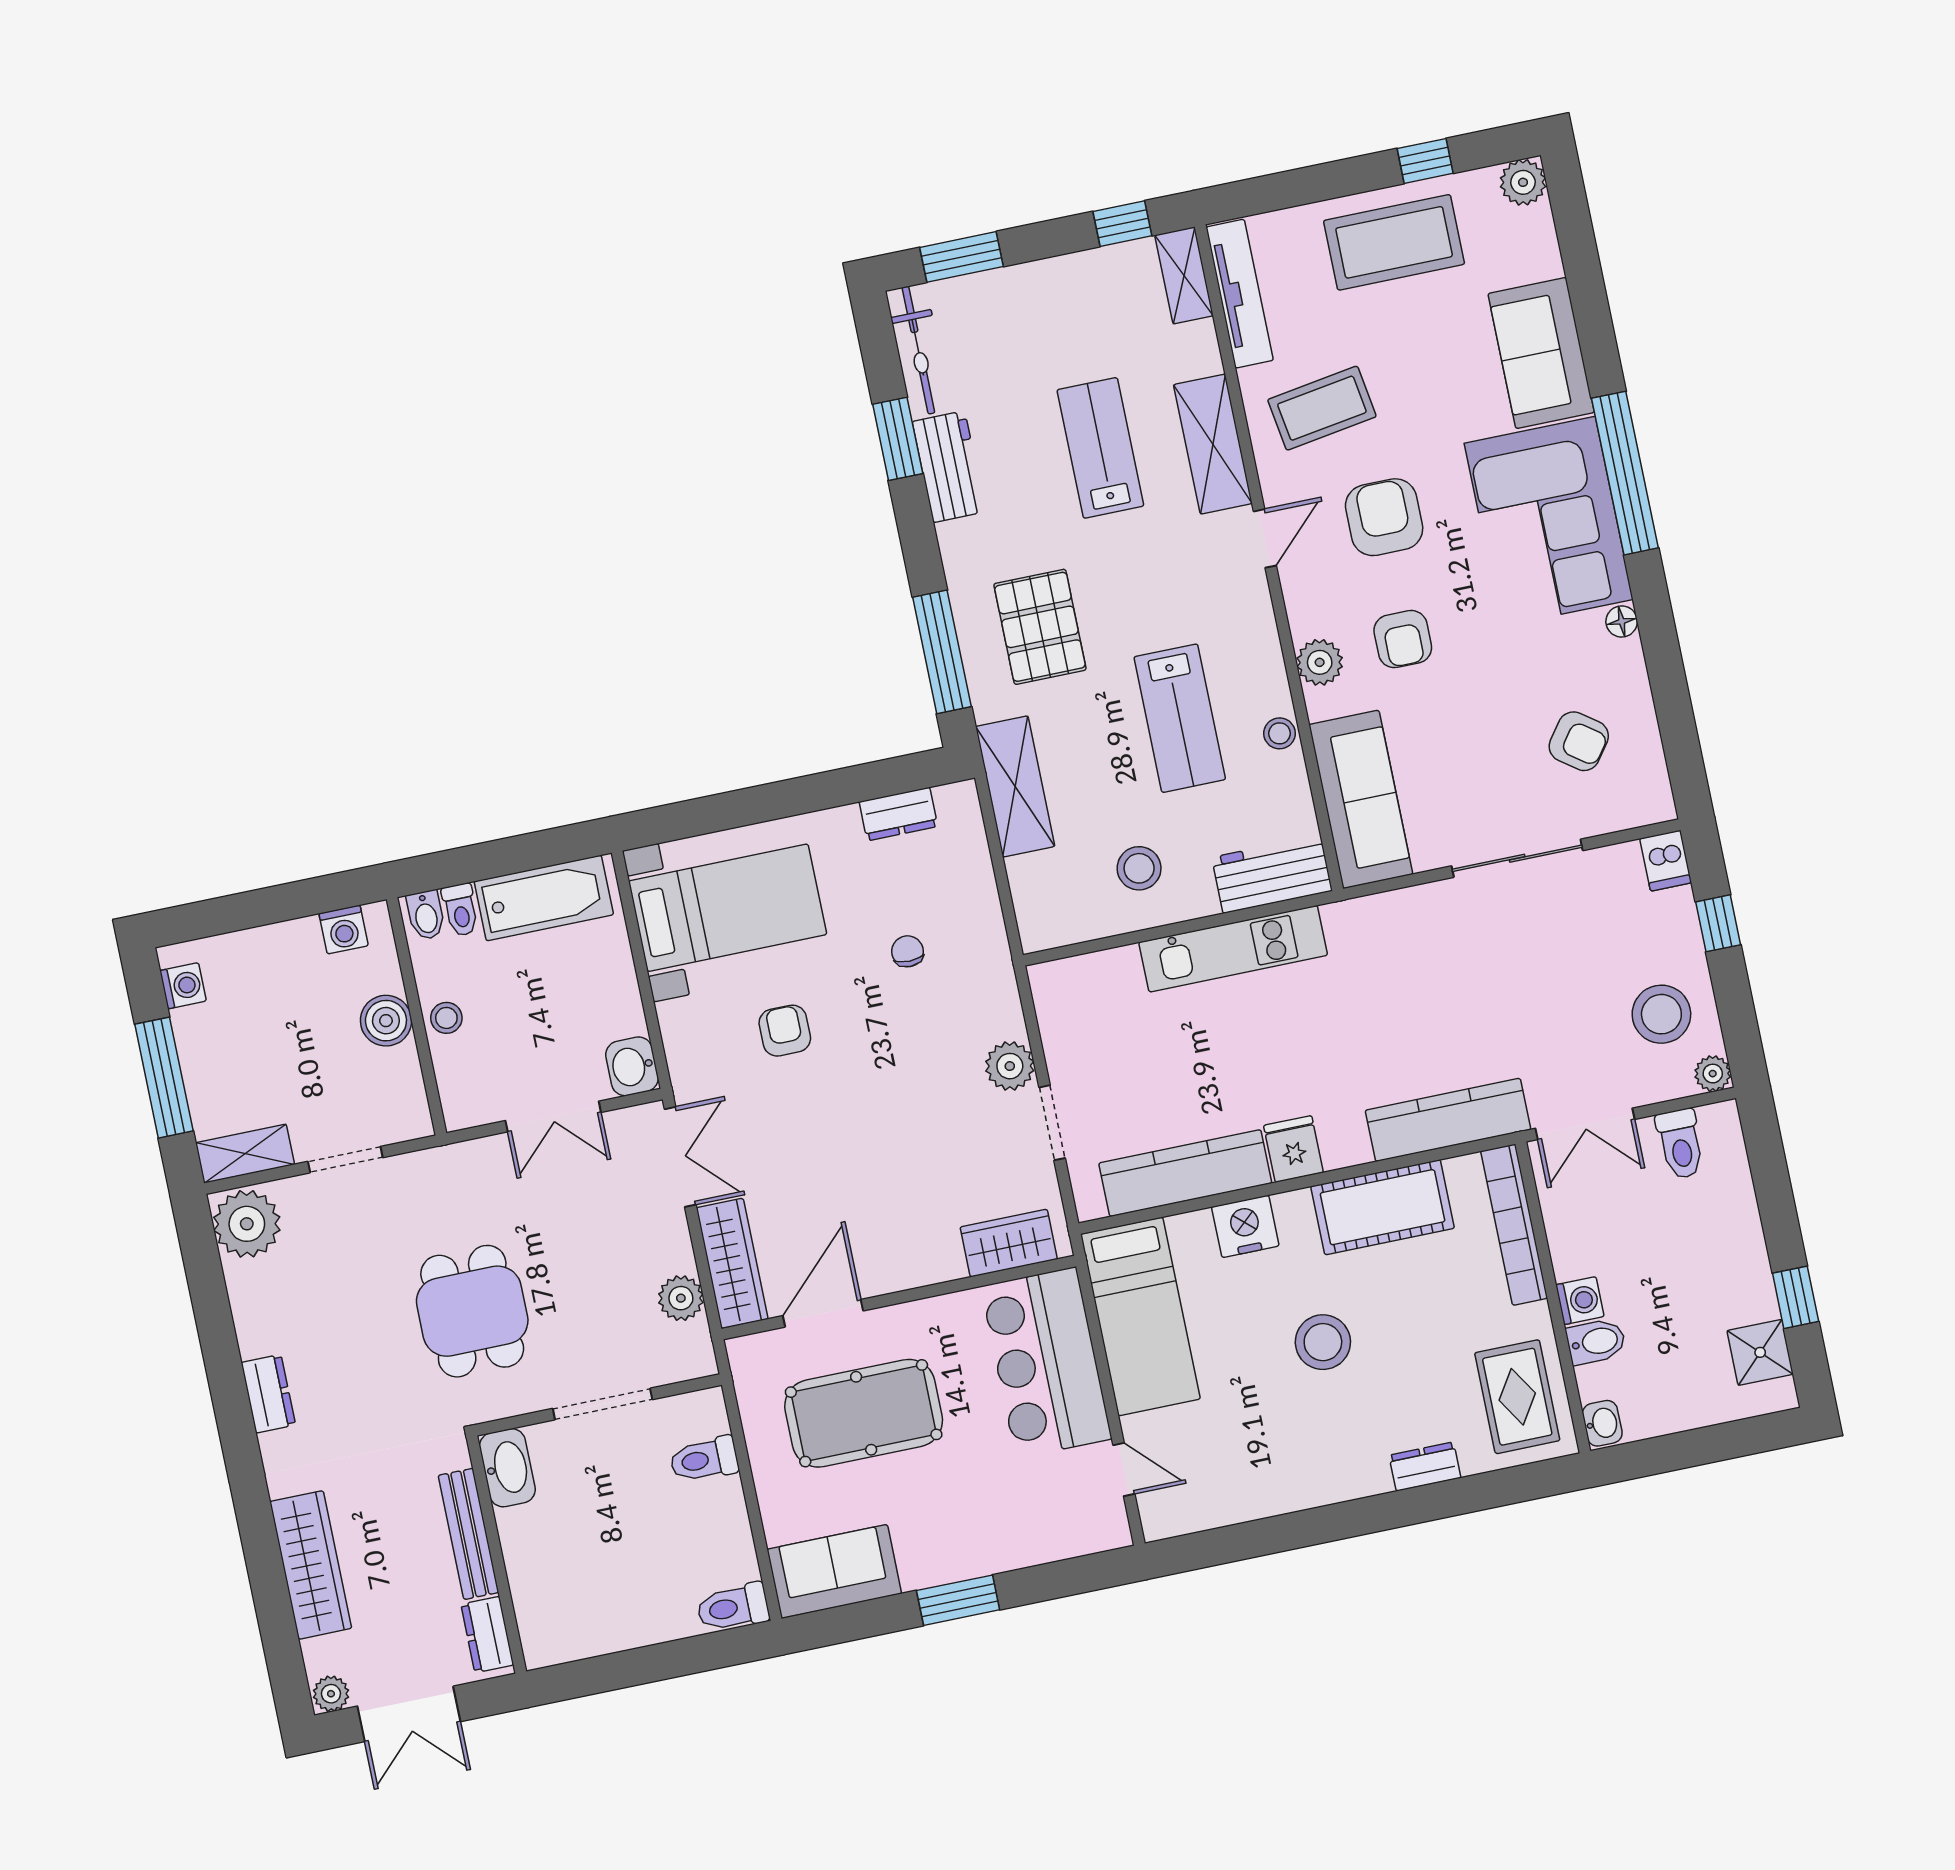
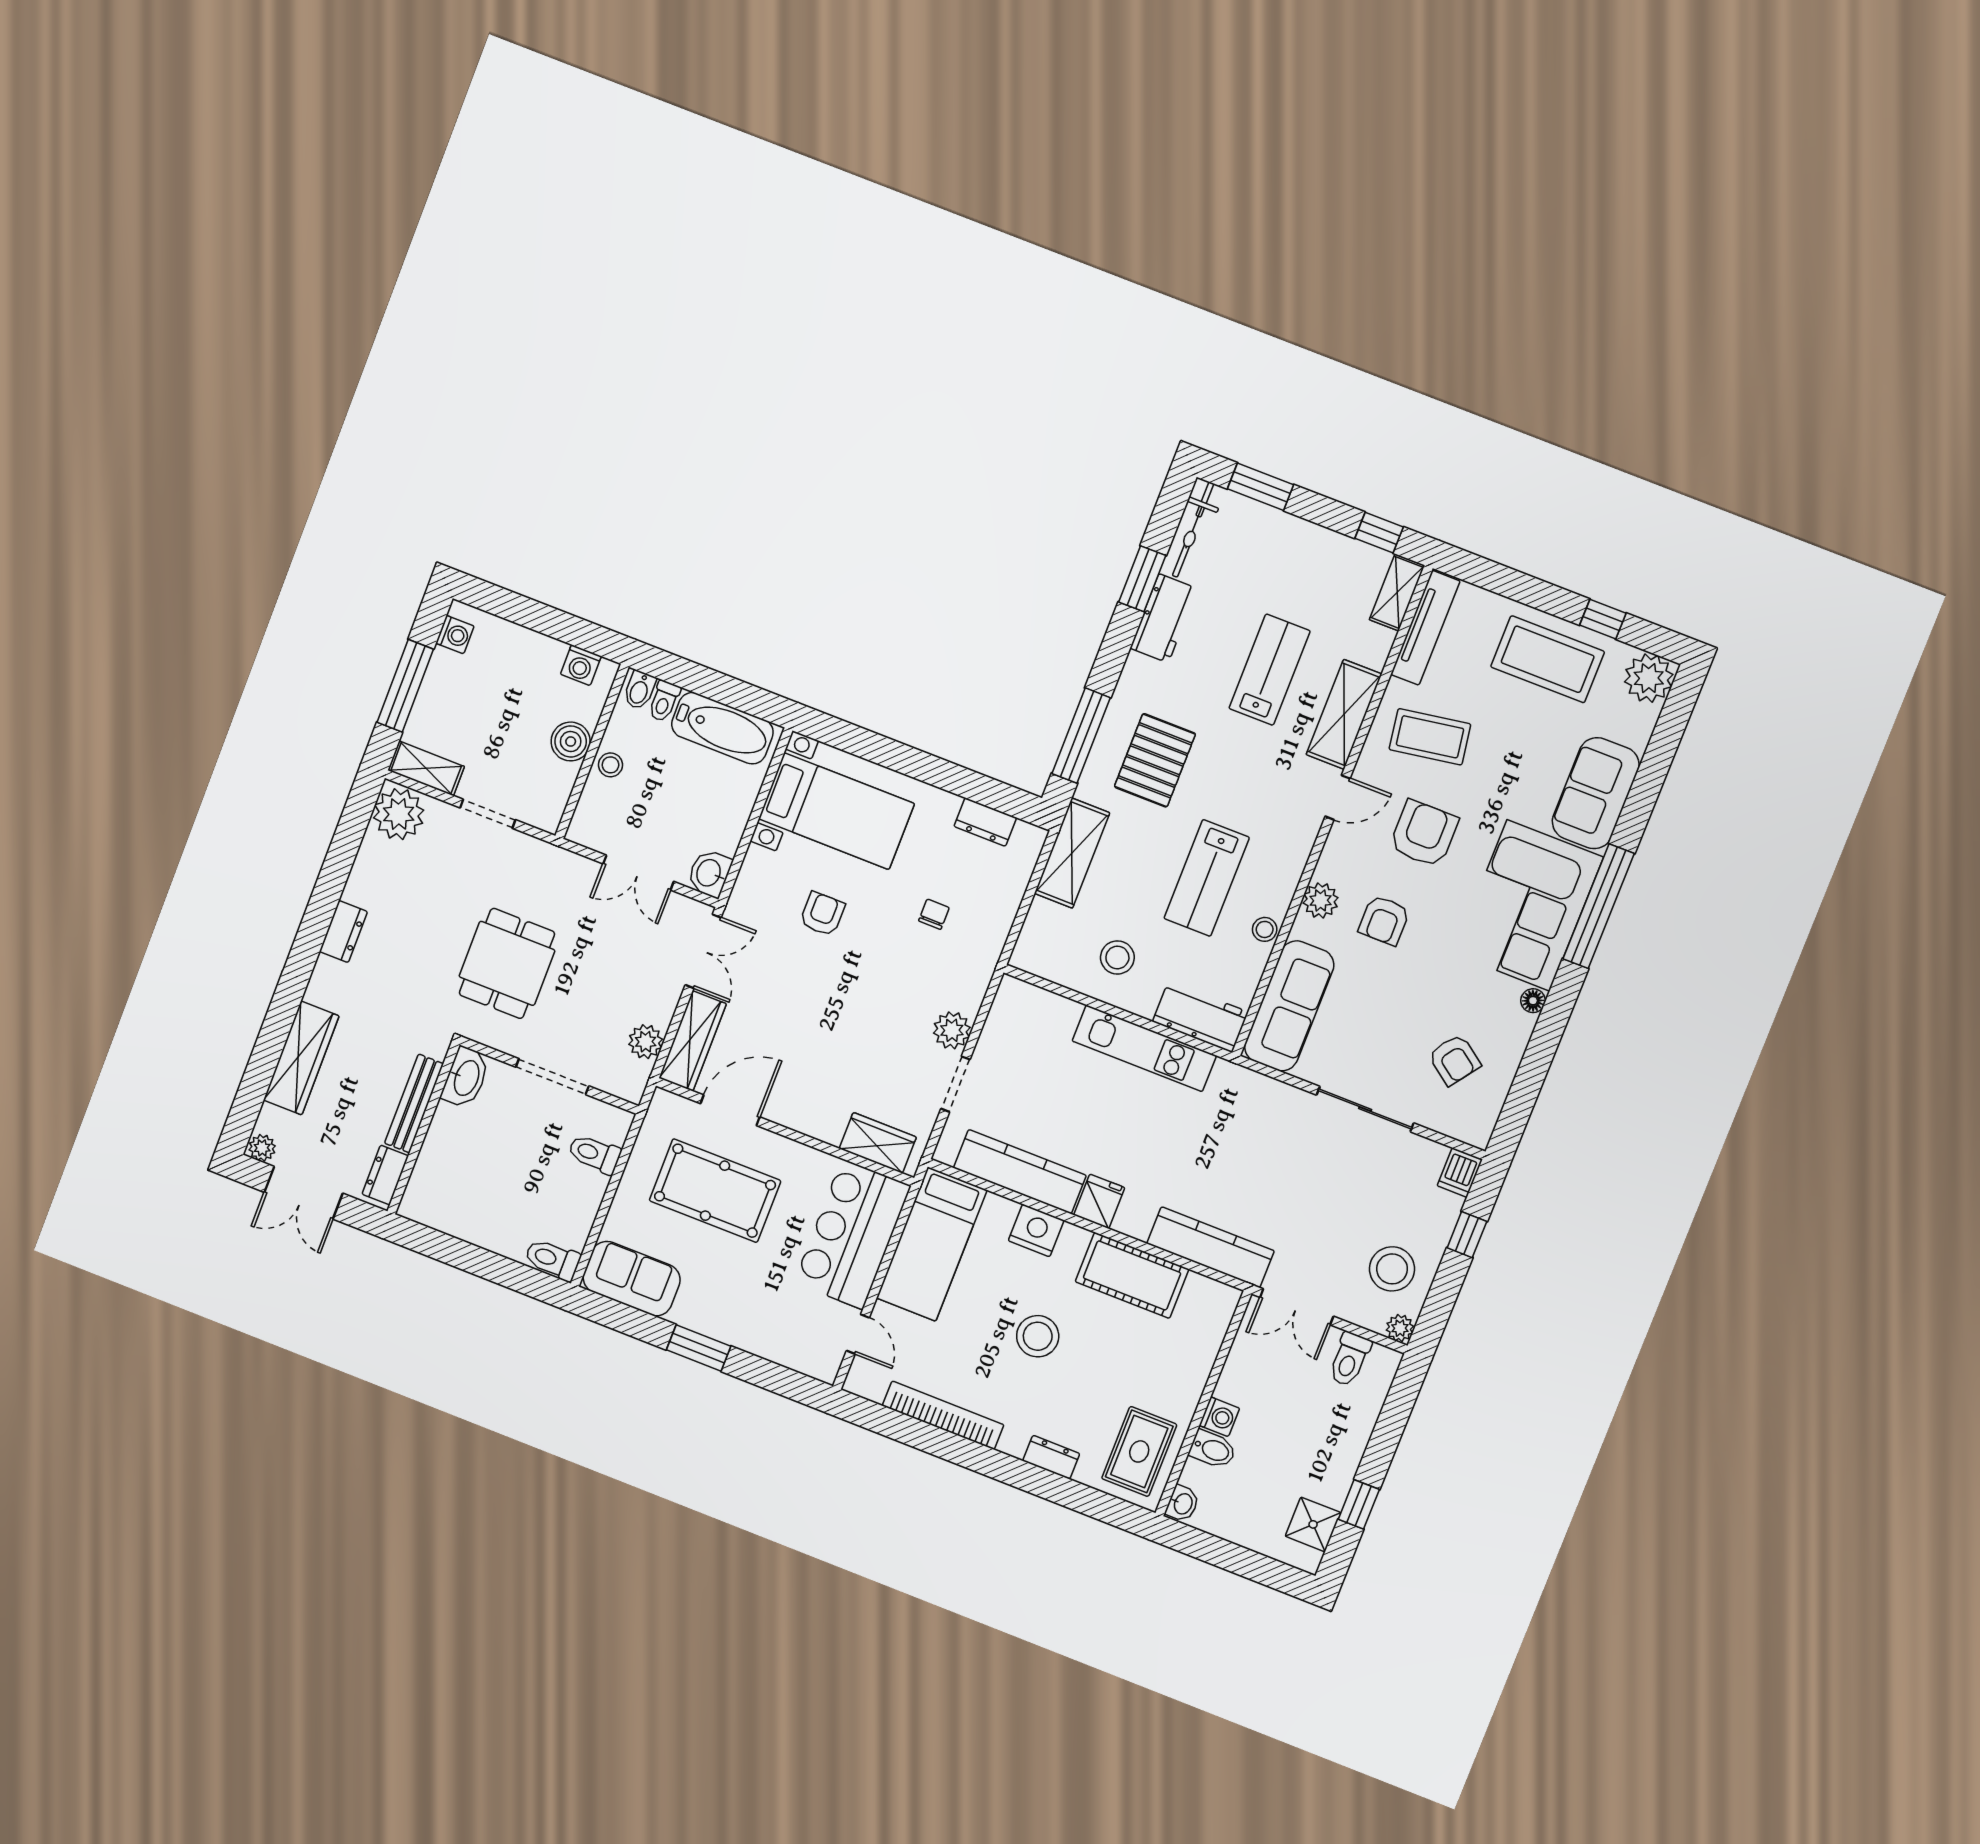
plant: (1523, 182) -> (1649, 678), width x1.36, depth x1.36
bookcase: (1514, 1225) -> (943, 1415), moved, turned 90

